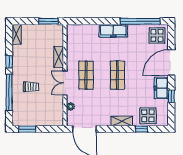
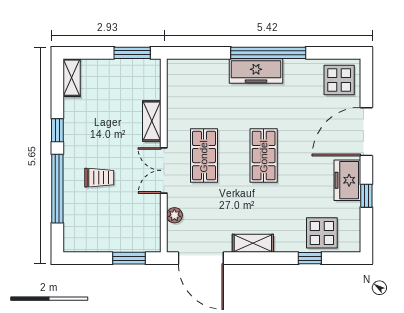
window: (140, 21) -> (268, 53), moved
shelving: (122, 121) -> (253, 243), moved
window: (27, 129) -> (129, 258), moved

